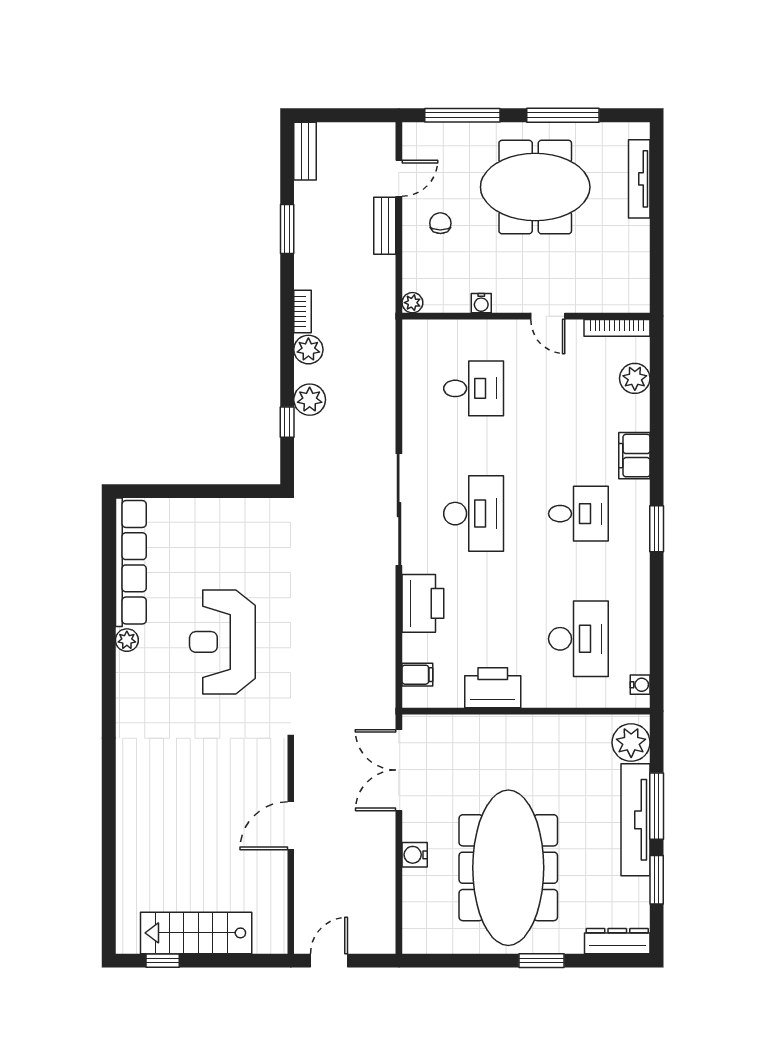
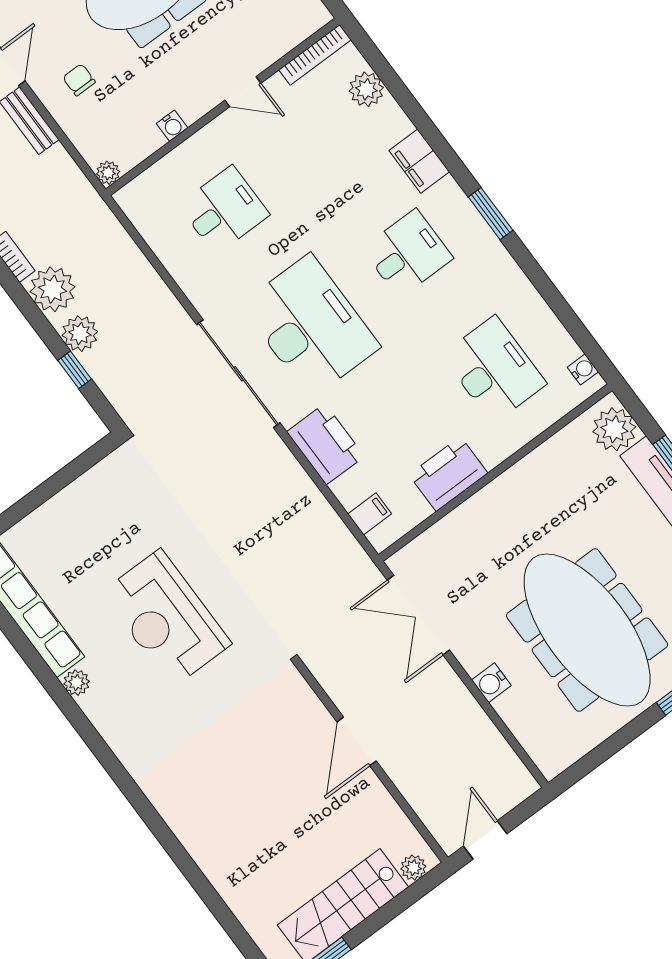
plant: (308, 350) -> (53, 289), width x1.36, depth x1.36
desk: (474, 514) -> (310, 326), width x1.36, depth x1.30
plant: (265, 943) -> (413, 868), added

